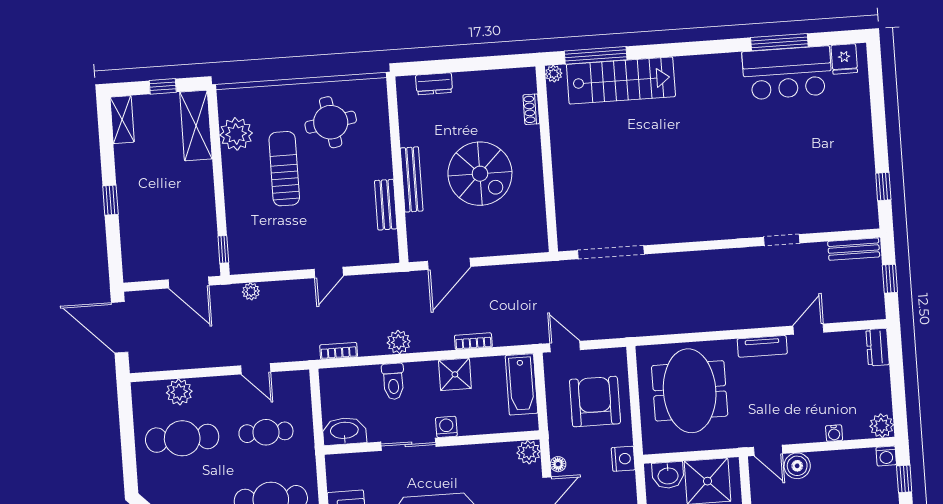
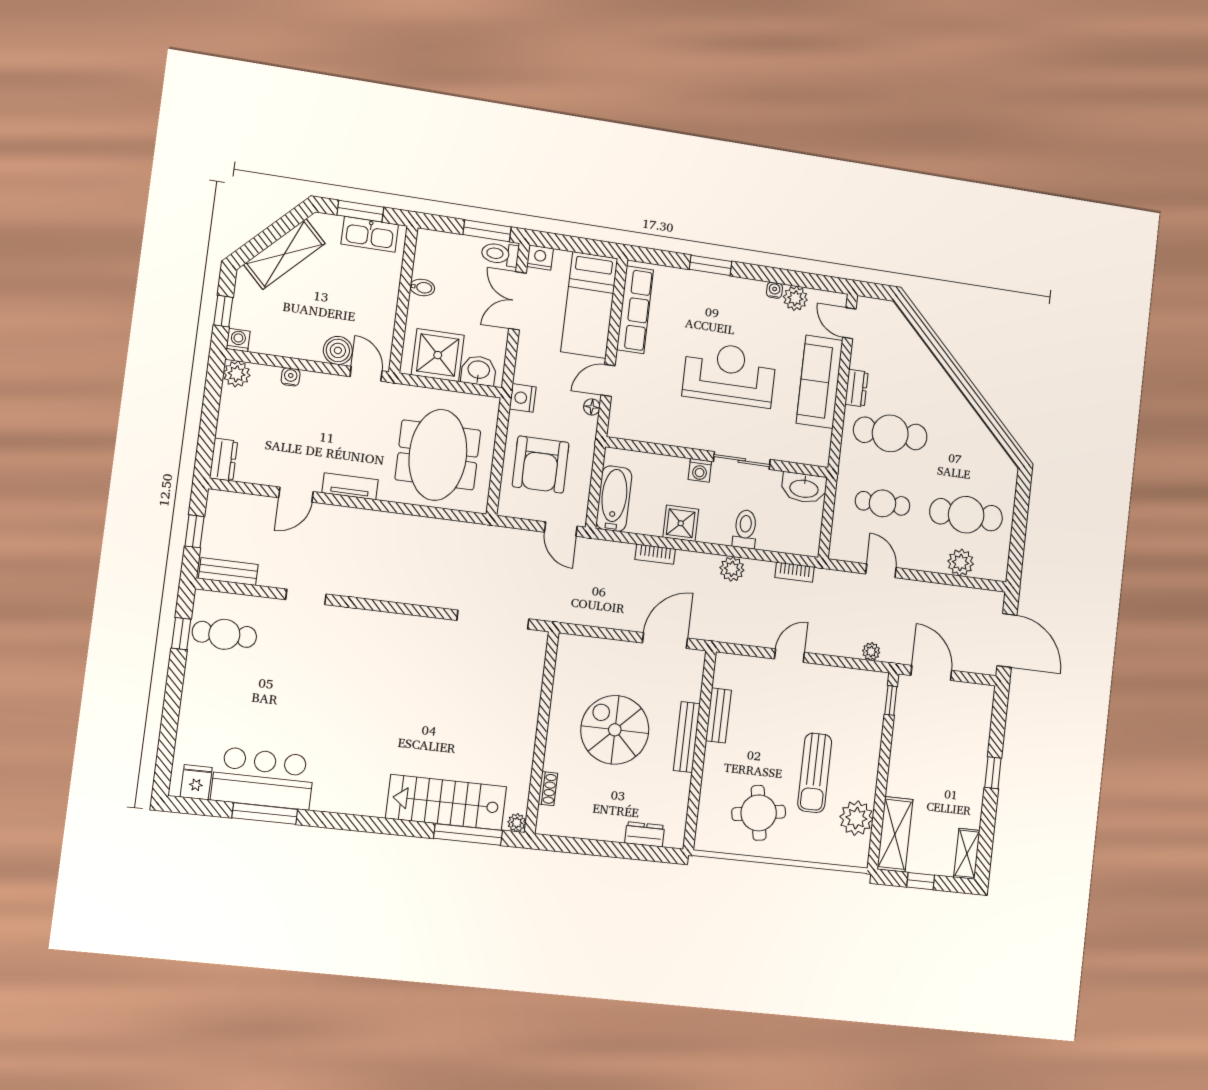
cafe table: (846, 193) -> (224, 634), added
plant: (529, 452) -> (620, 426), removed

